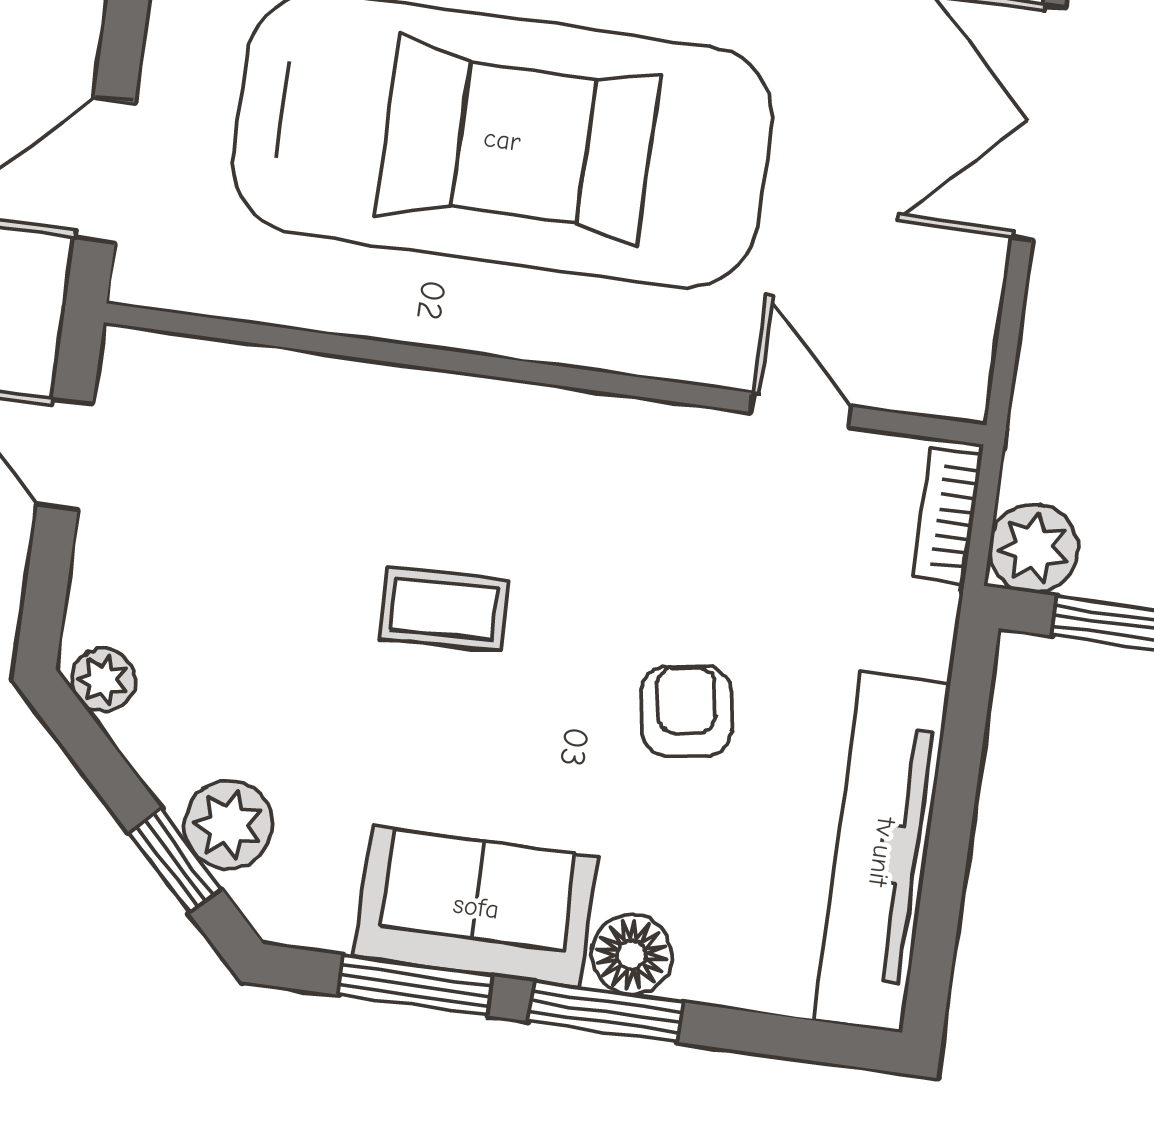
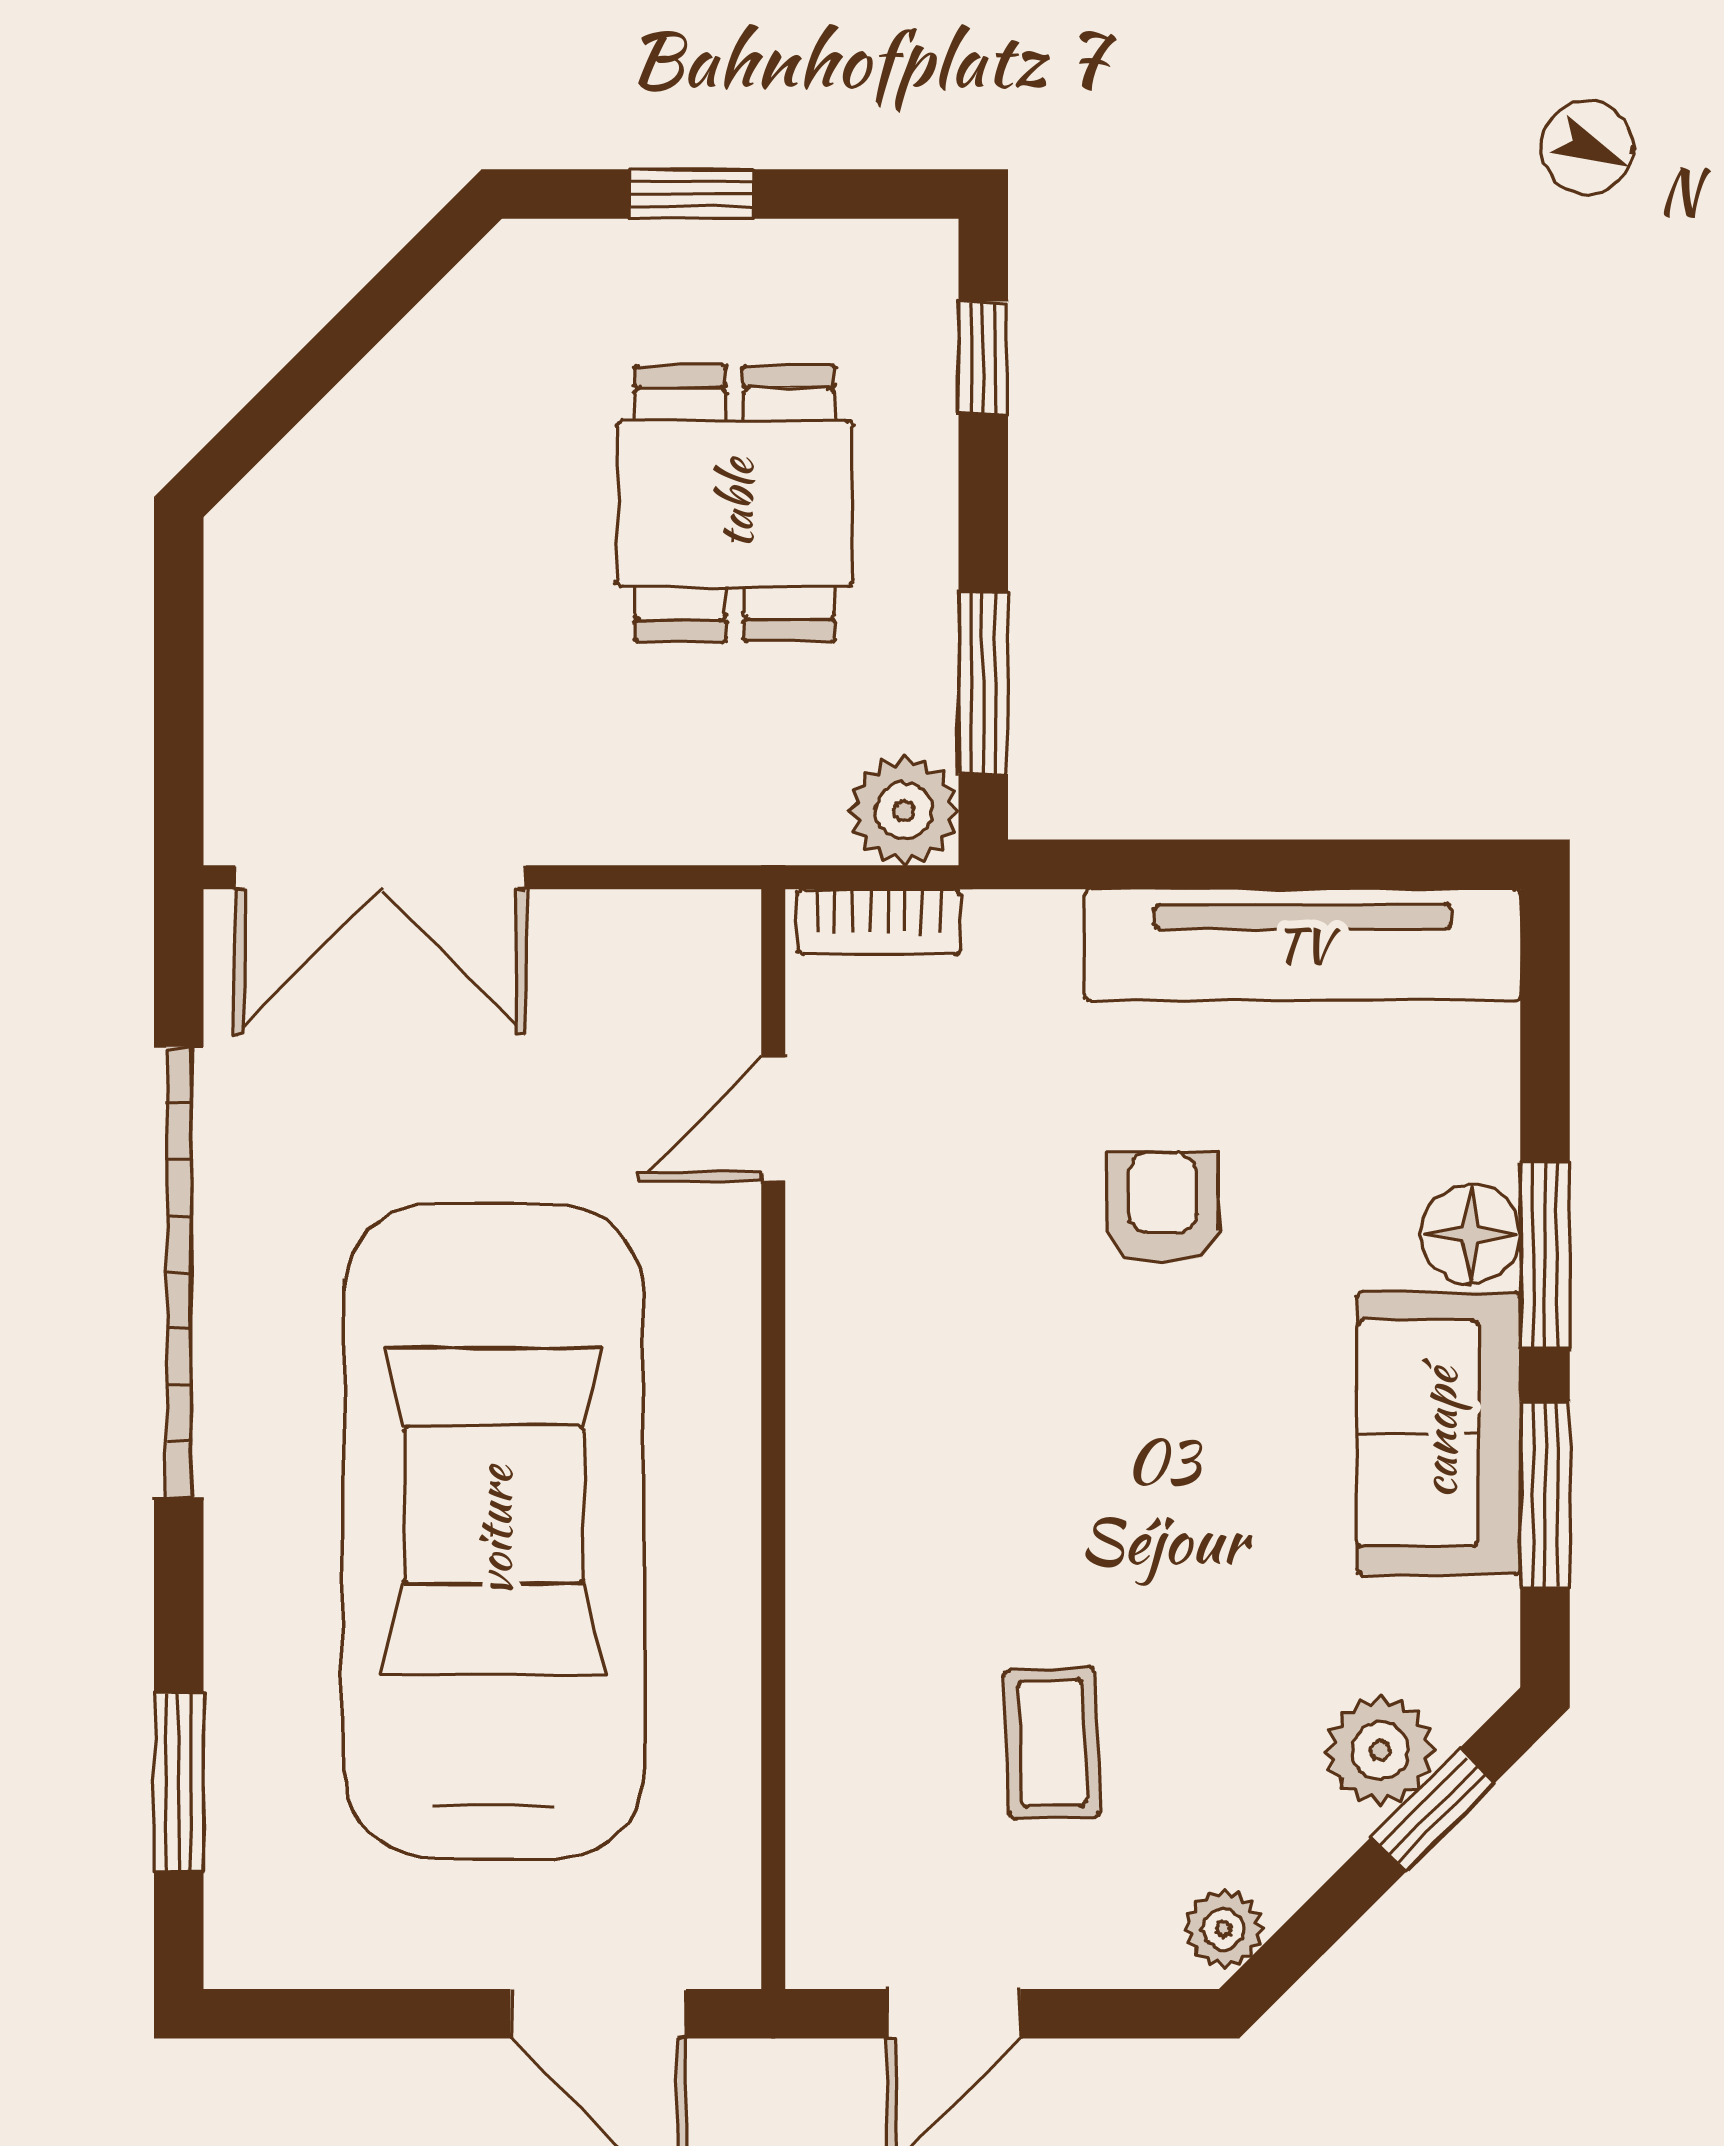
coffee table: (444, 609) -> (1052, 1743), moved
armchair: (686, 711) -> (1163, 1208), turned 99

